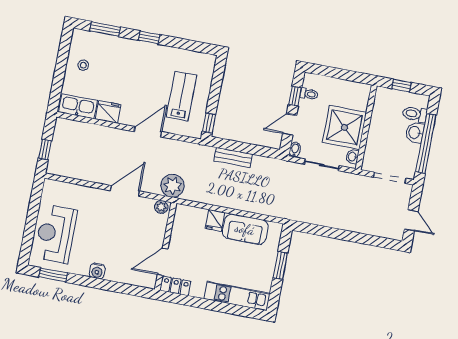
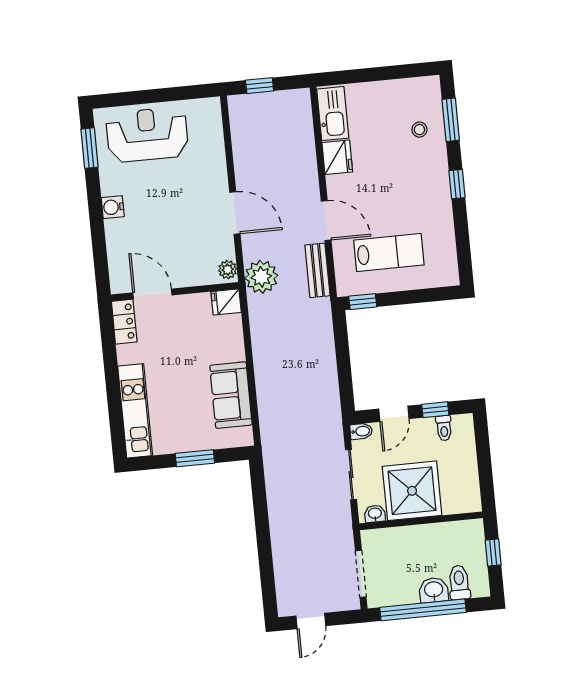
stool: (83, 65) -> (419, 130), moved
door: (290, 124) -> (394, 414), swing flipped
bench: (233, 158) -> (317, 270), moved
fridge: (215, 220) -> (226, 302), moved

